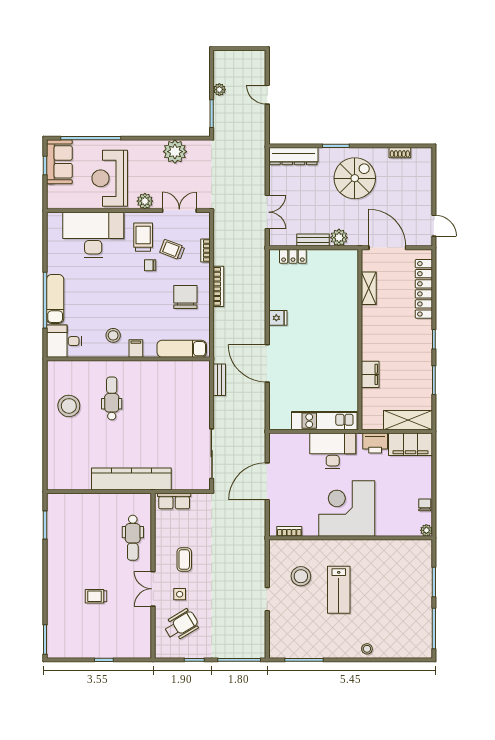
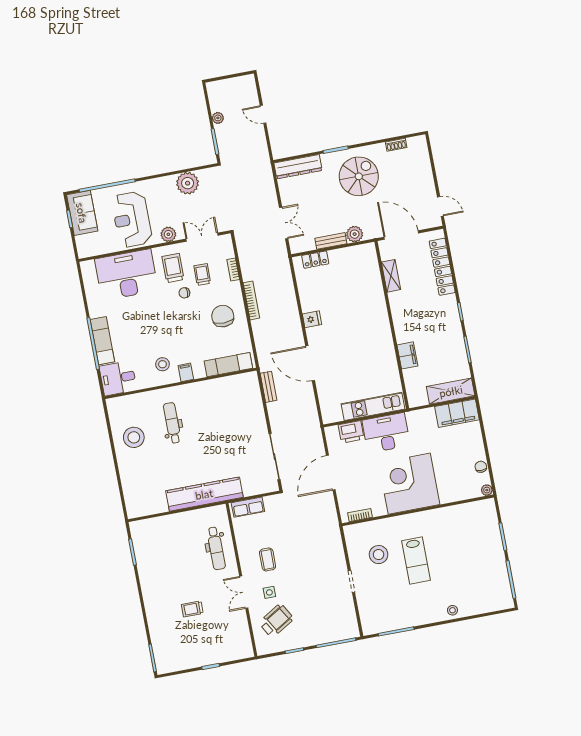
trolley: (172, 250) -> (202, 274), turned 70
printer: (375, 443) -> (351, 432), moved

